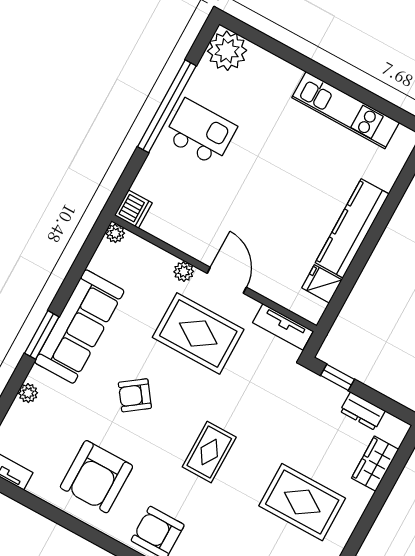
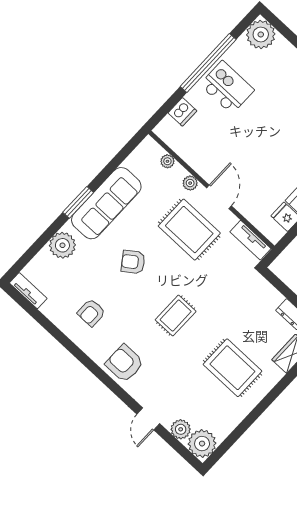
dishwasher: (133, 209) -> (182, 112), moved
plant: (115, 233) -> (167, 161), moved
window: (337, 377) -> (280, 286), removed
plant: (28, 393) -> (62, 245), width x1.87, depth x1.87
armchair: (96, 477) -> (91, 313), width x0.53, depth x0.53

